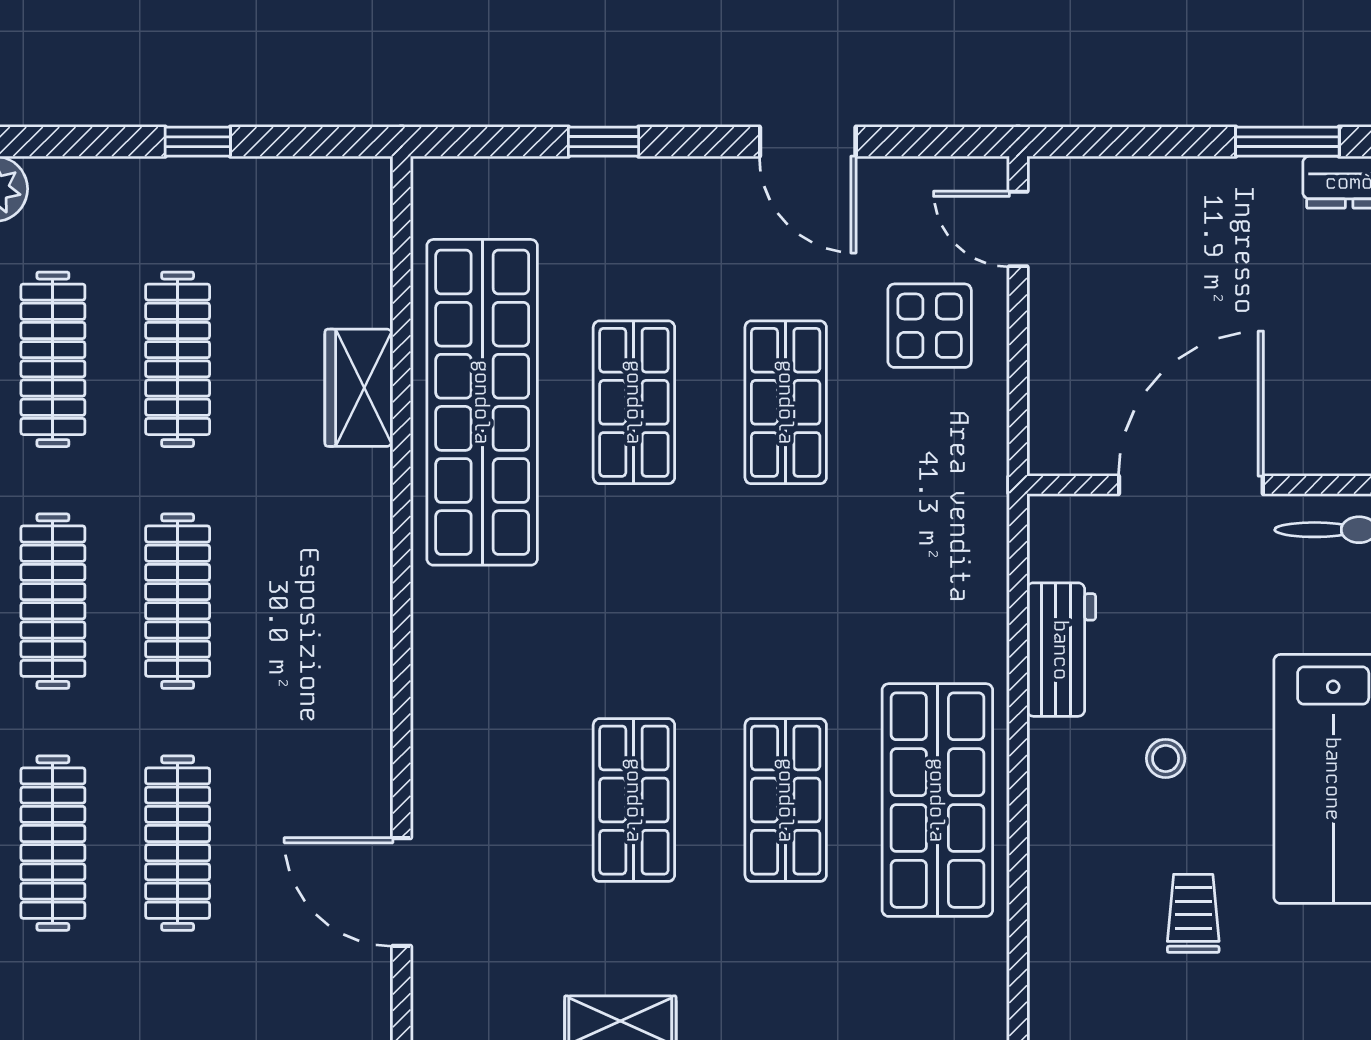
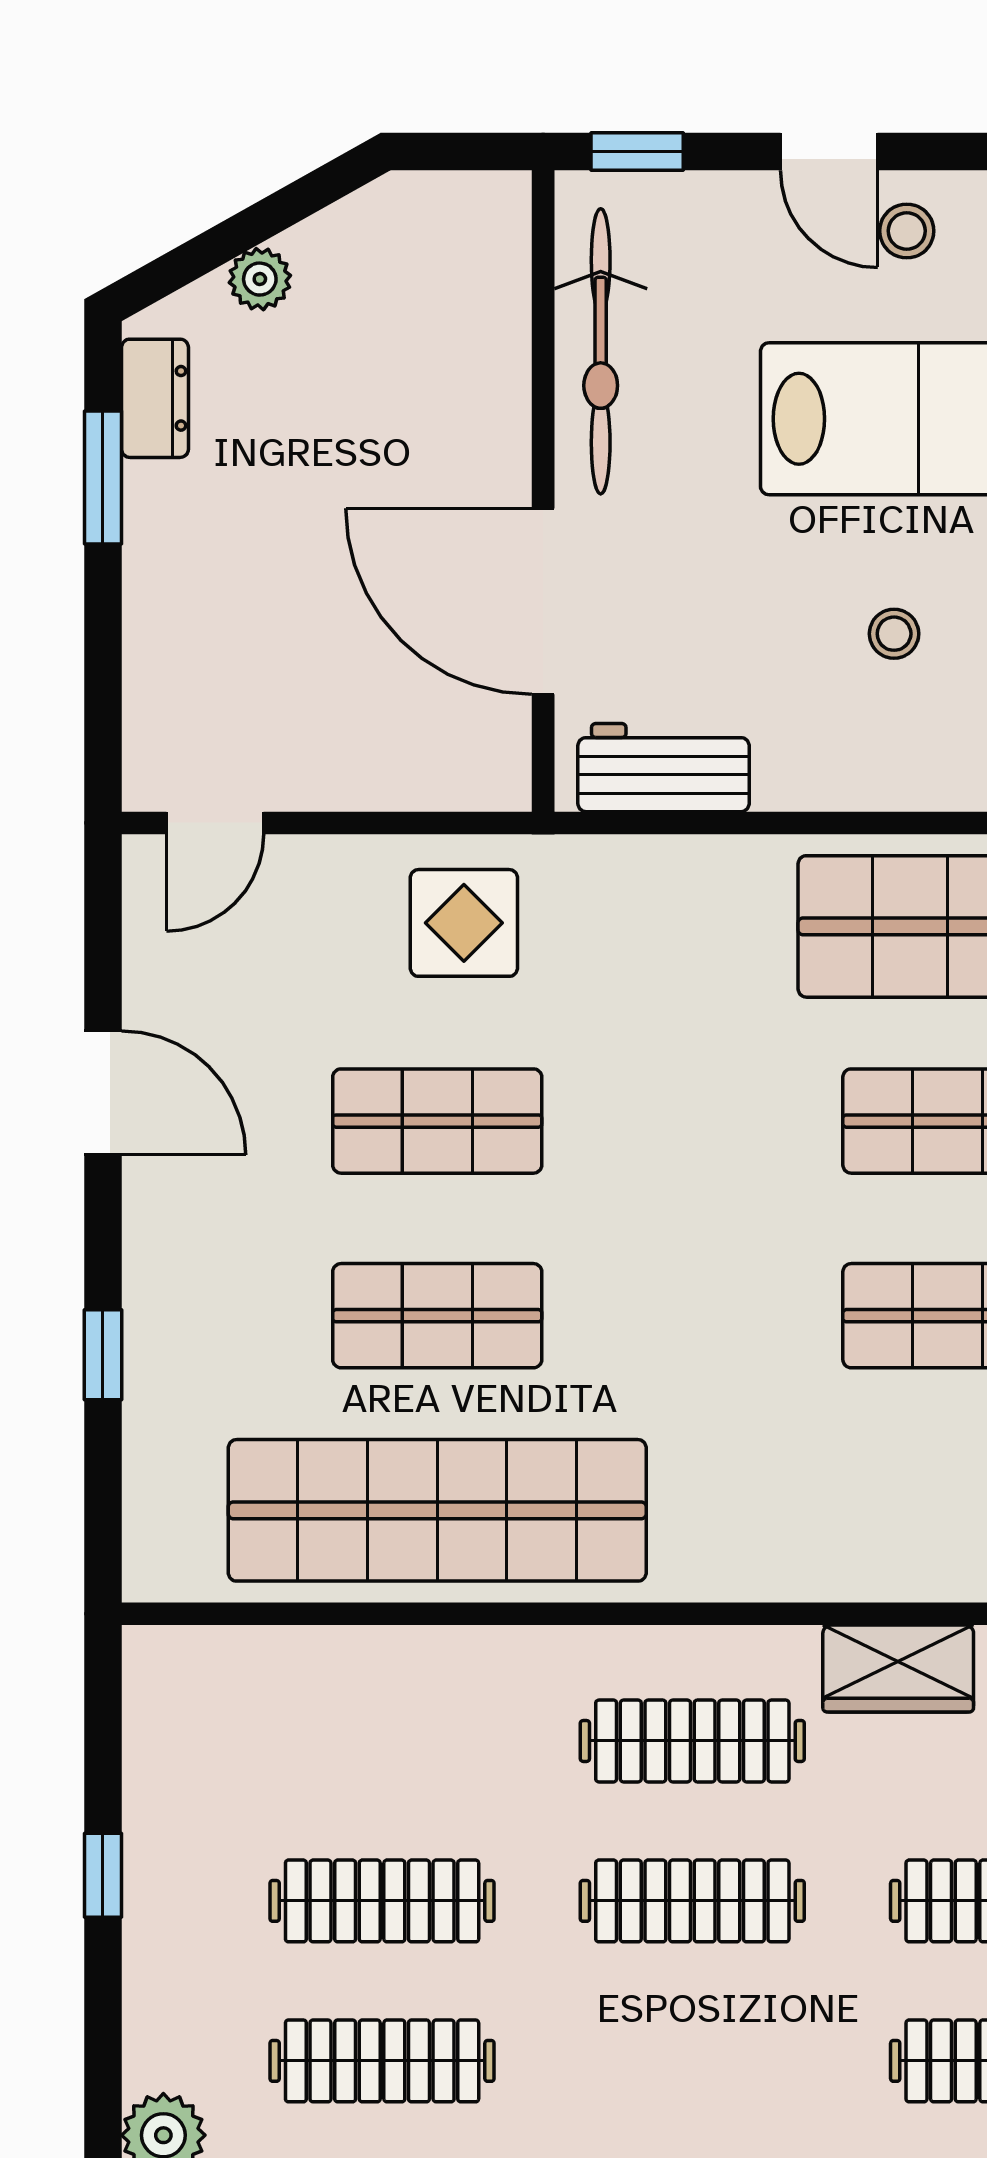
door: (808, 142) -> (103, 1093), hinge flipped
display table: (930, 326) -> (464, 923), moved
wardrobe: (359, 388) -> (898, 1669), moved
clothes rail: (53, 601) -> (692, 1741), moved
workbench: (1061, 650) -> (664, 768), moved

